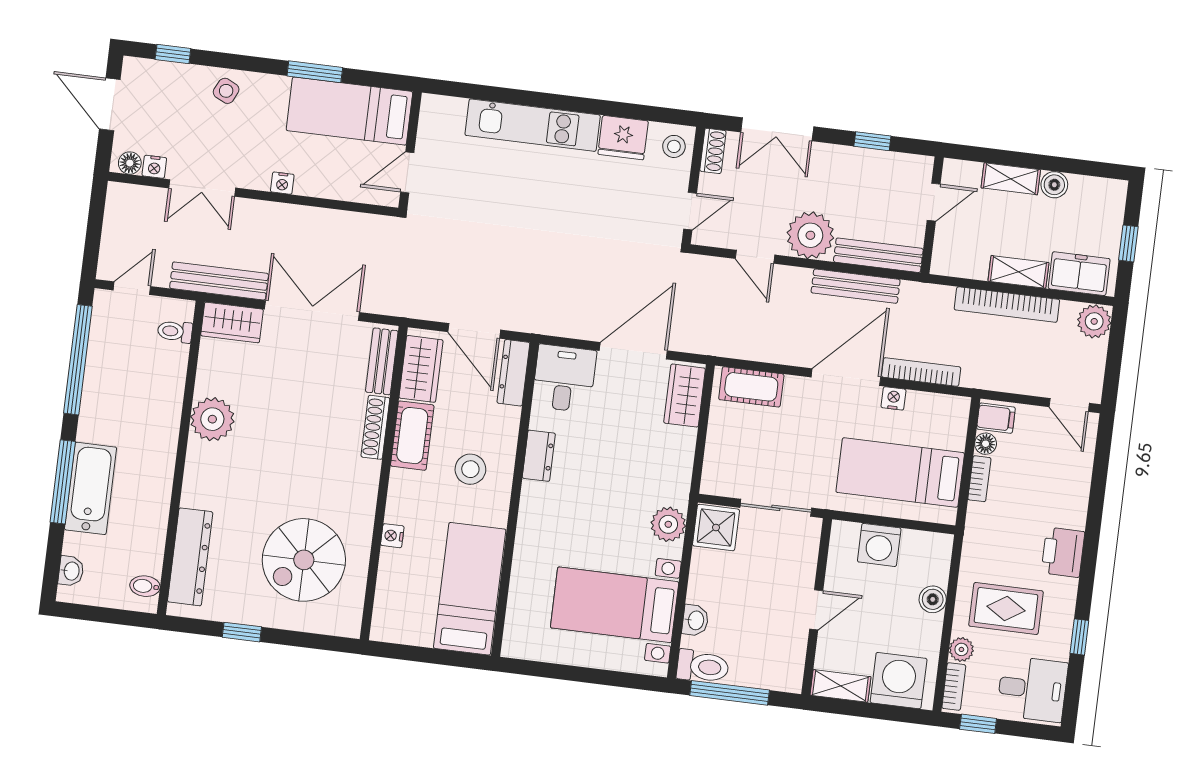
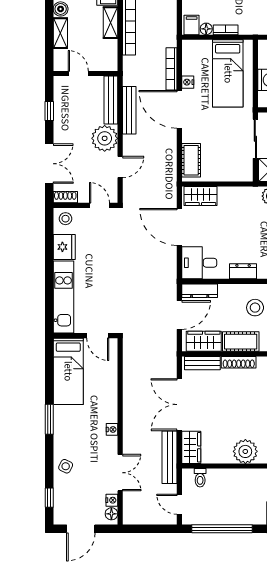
bed: (349, 111) -> (68, 371), moved
wall: (410, 150) -> (85, 336), moved
door: (407, 172) -> (98, 336), moved

